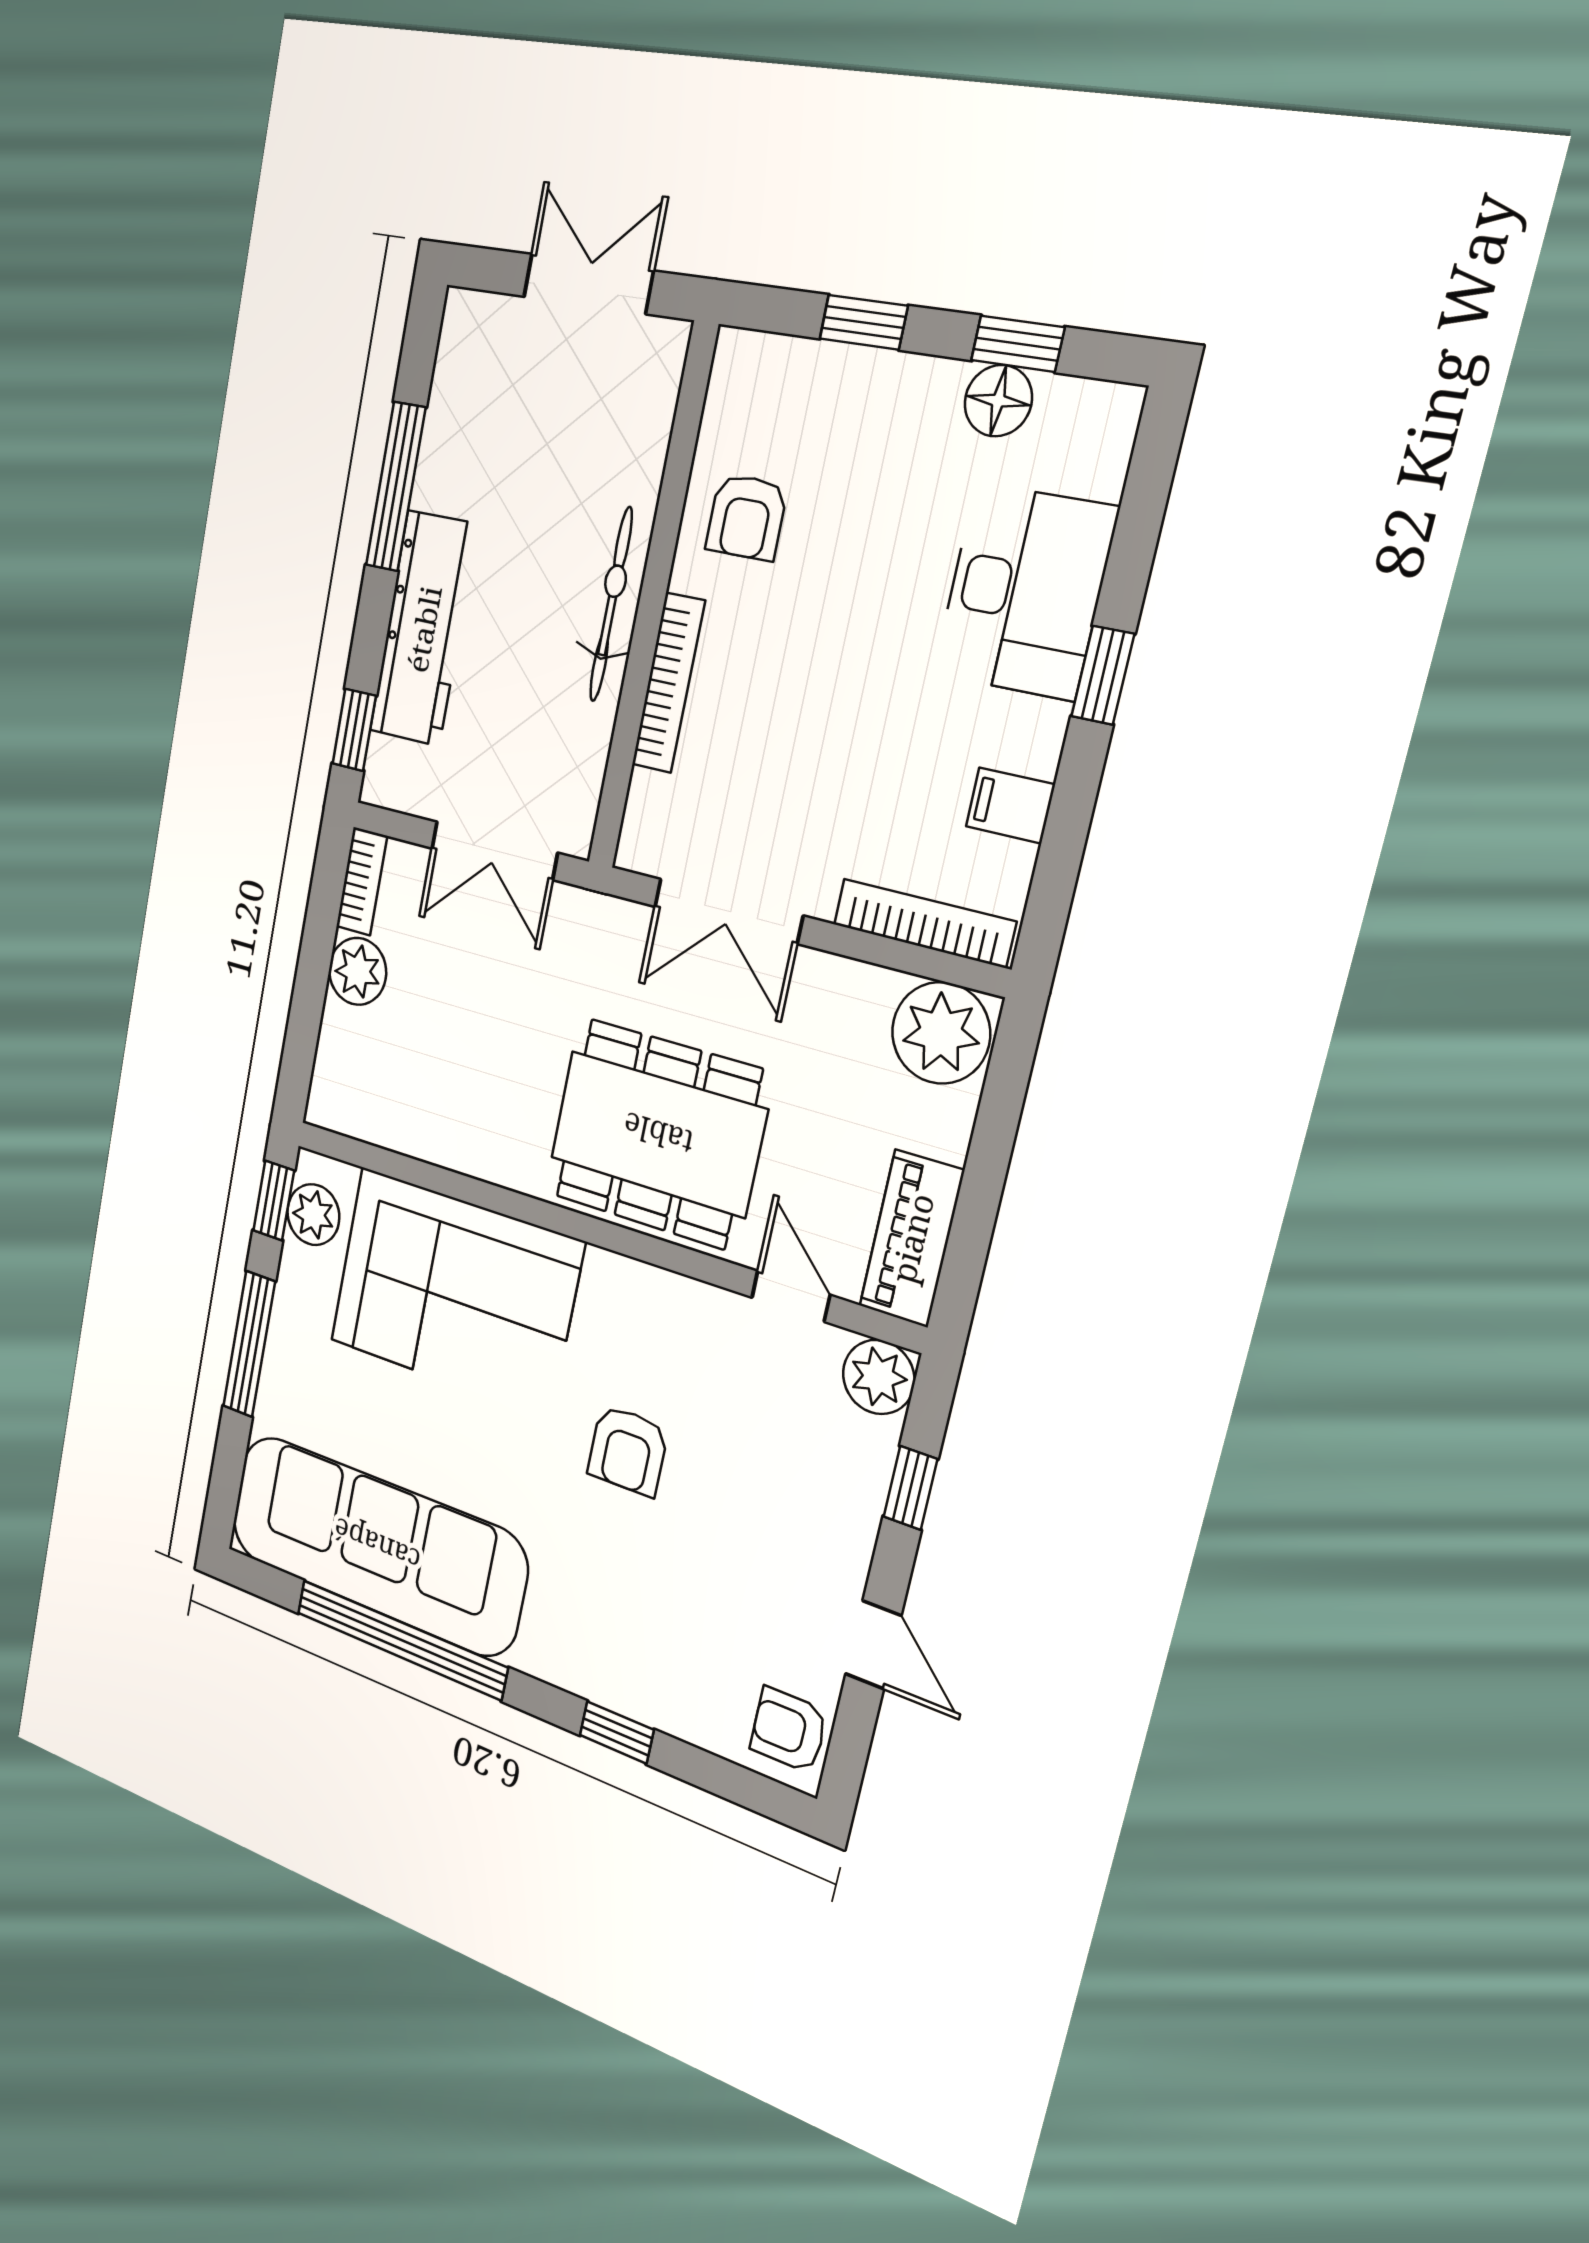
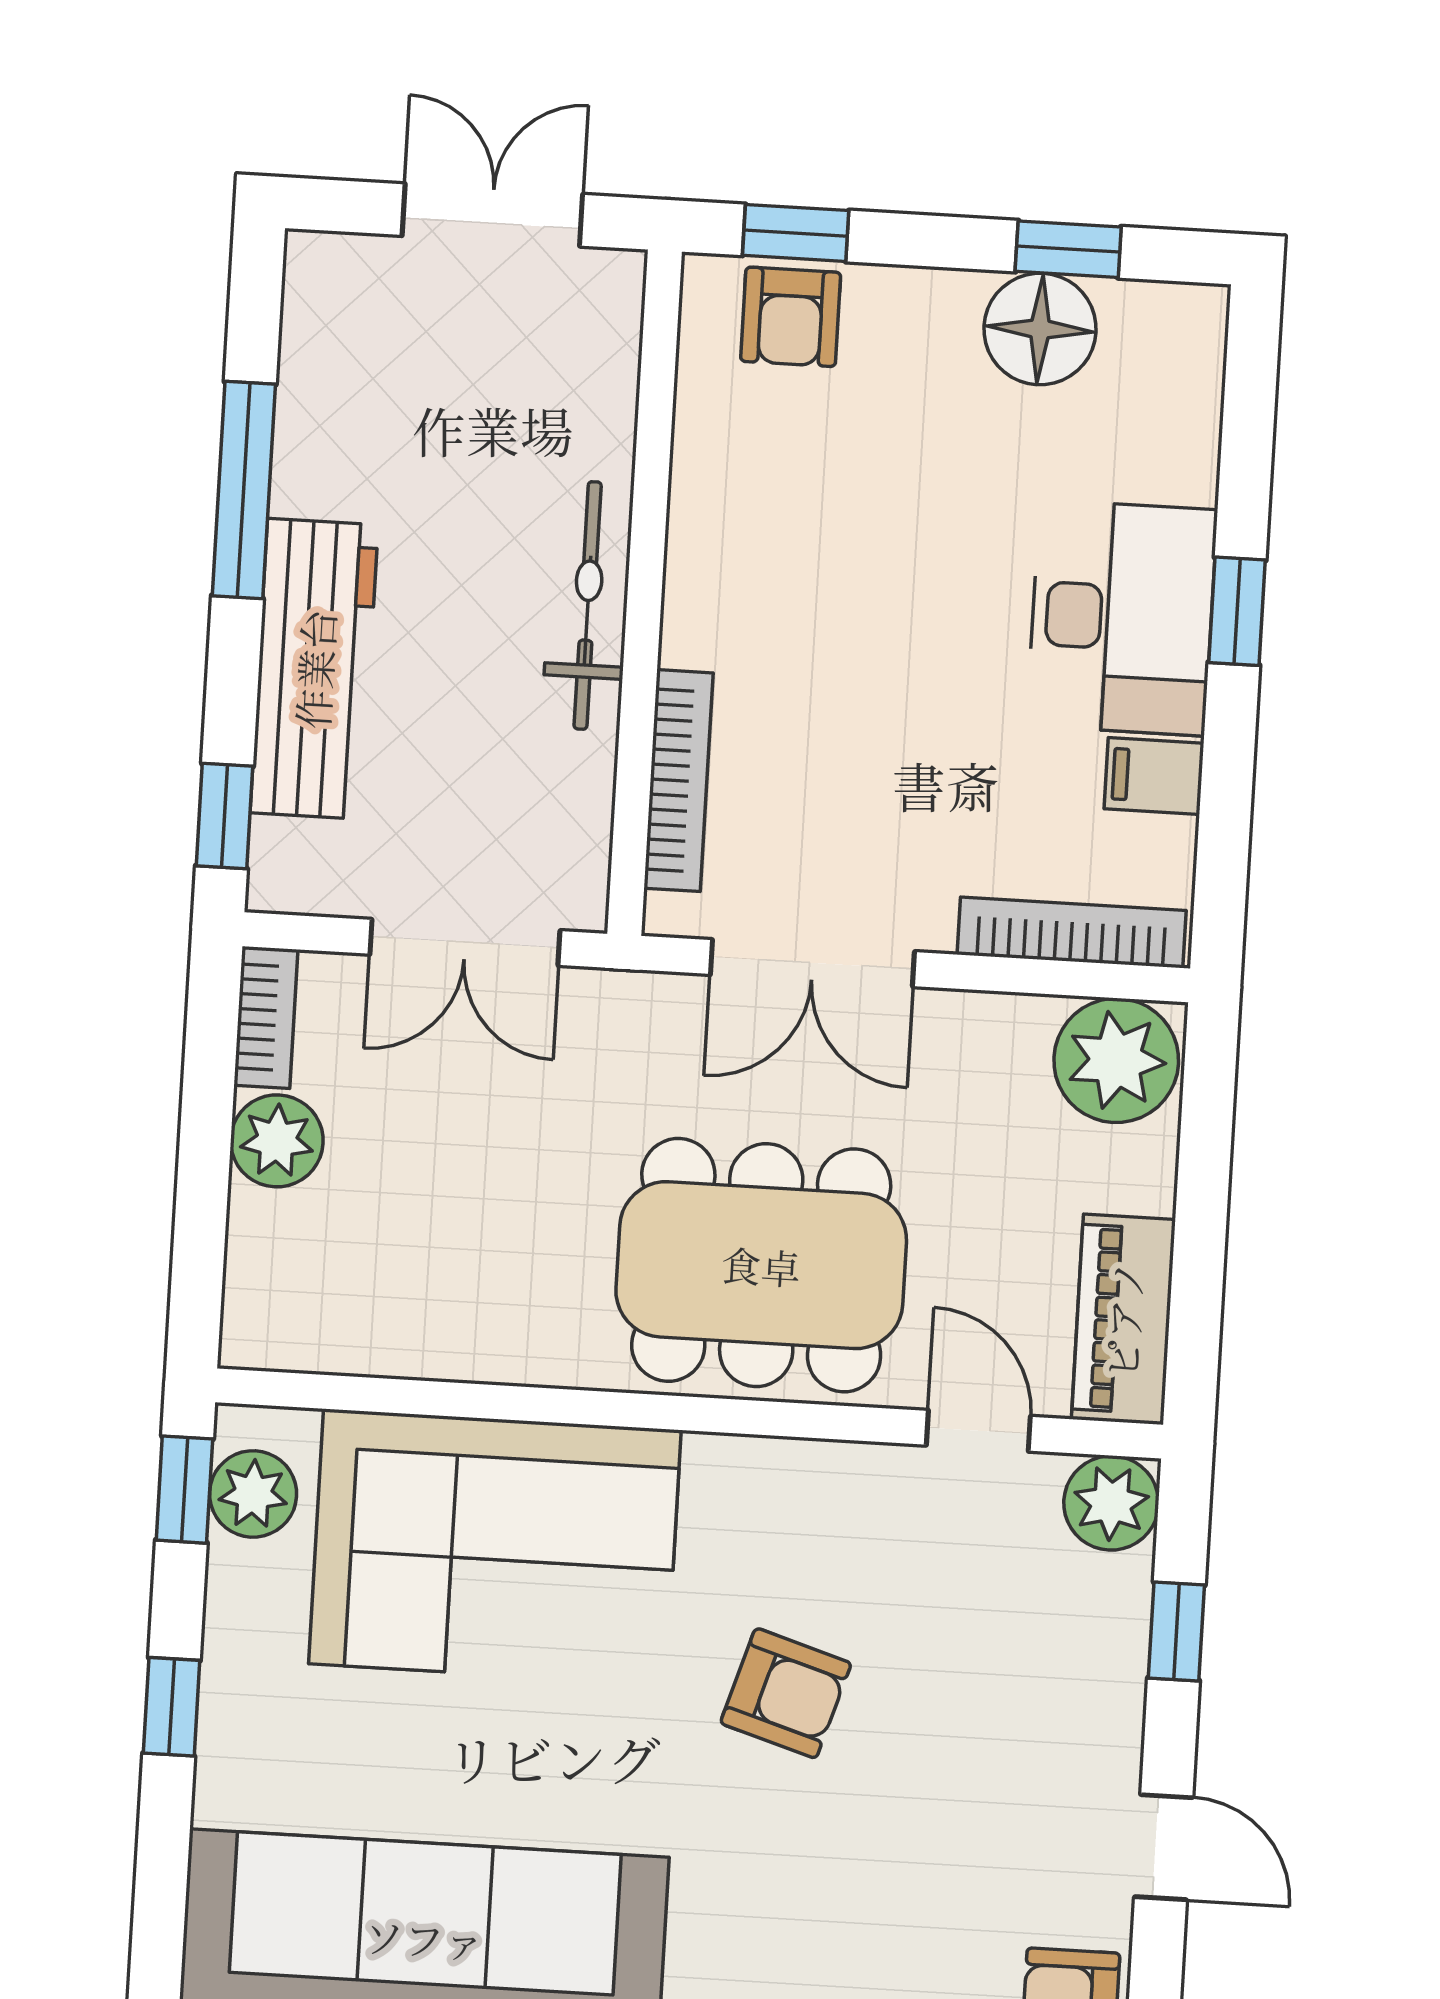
window: (864, 322) -> (796, 233), moved
floor lamp: (998, 401) -> (1040, 329), width x1.38, depth x1.38
armchair: (747, 517) -> (791, 317), moved
desk: (1025, 592) -> (1122, 618), moved
bookcase: (668, 683) -> (679, 781), moved
window: (249, 1344) -> (172, 1707), width x0.46
armchair: (628, 1450) -> (786, 1693), turned -73

